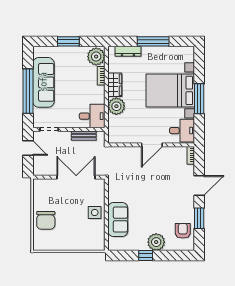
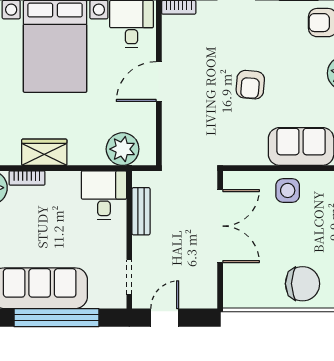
plant: (116, 106) -> (123, 149), moved
door: (152, 145) -> (159, 82), swing flipped
double door: (76, 177) -> (220, 226), swing flipped
armchair: (150, 193) -> (250, 85), added

